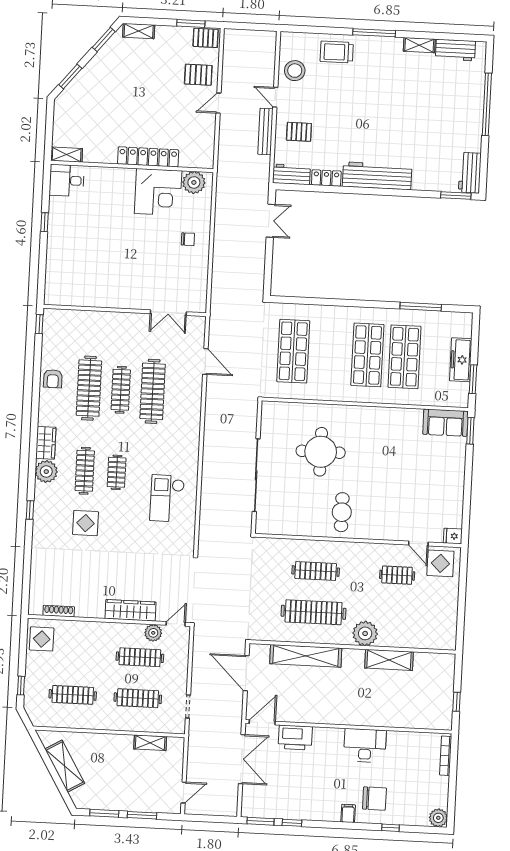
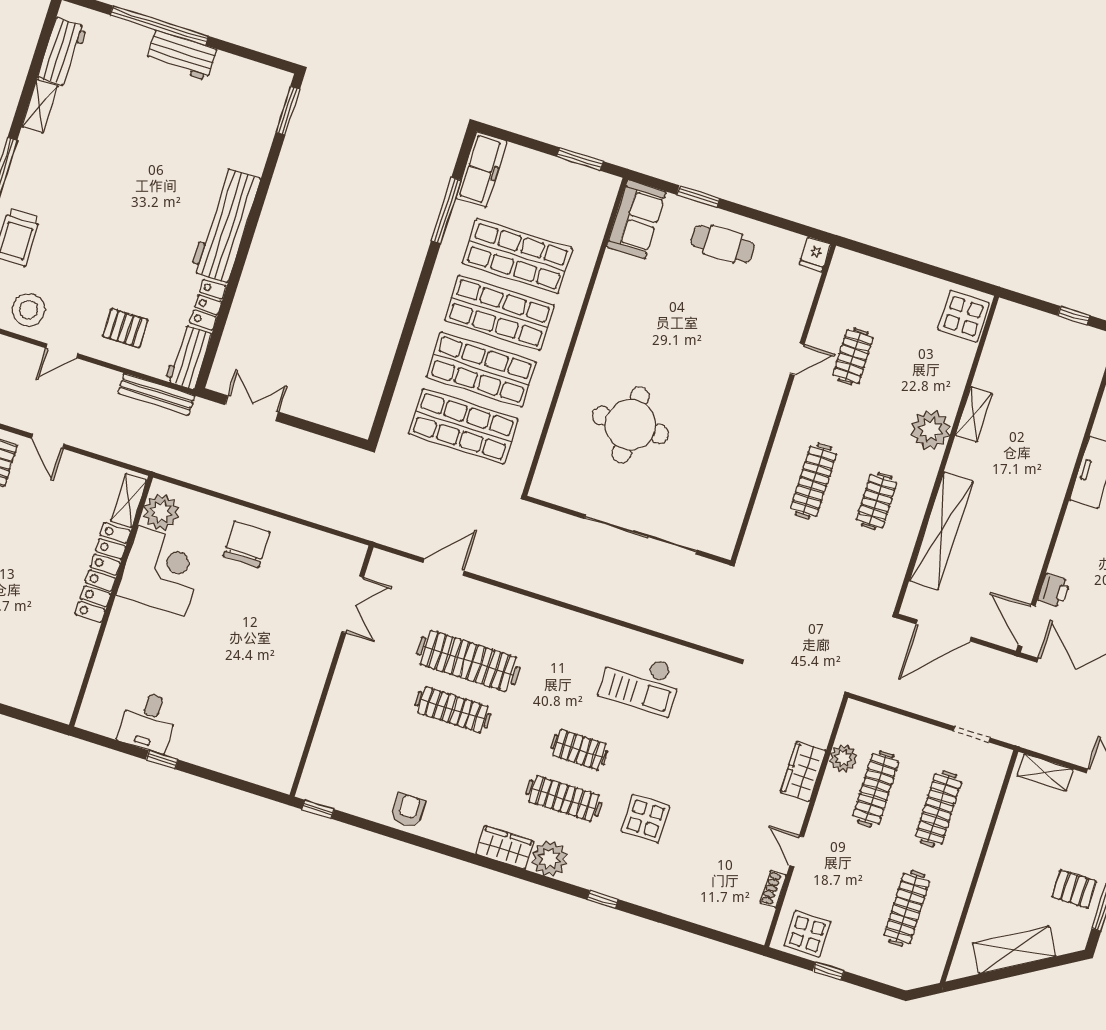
bench: (265, 132) -> (156, 394), moved
pallet: (299, 132) -> (125, 328), turned 90
shelving: (67, 155) -> (129, 500), moved
workbench: (470, 173) -> (181, 55), moved
desk: (67, 180) -> (148, 722), moved
chair: (188, 239) -> (247, 544), width x1.87, depth x1.87
shop shelf: (330, 353) -> (481, 370), added
freezer: (461, 360) -> (481, 169), moved, turned -90
armchair: (53, 379) -> (408, 811), turned -90
clothes rail: (89, 388) -> (437, 758), removed
window: (470, 431) -> (698, 197), moved
cafe table: (342, 512) -> (723, 244), moved
door: (418, 544) -> (797, 359), moved
display table: (440, 563) -> (964, 316), moved
wardrobe: (130, 610) -> (803, 772), width x0.67
shoe rack: (59, 611) -> (773, 889), width x0.70
clothes rail: (314, 612) -> (877, 501), width x0.54, depth x0.76
door: (176, 624) -> (797, 851), moved
shelving: (389, 660) -> (974, 414), width x0.67, depth x0.75
window: (21, 686) -> (828, 971), moved
printer: (295, 738) -> (1054, 590), width x0.53, depth x0.68
shelving: (150, 743) -> (1045, 772), moved, turned 90
pallet: (111, 793) -> (1074, 889), added

